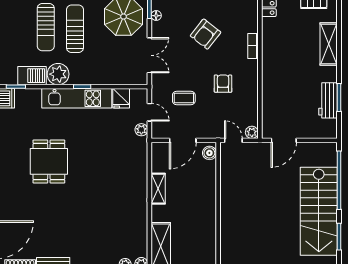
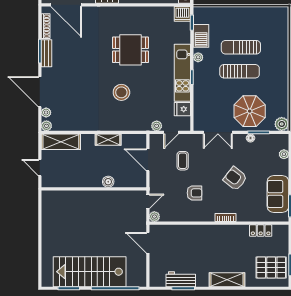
plant: (58, 74) -> (198, 57), width x0.53, depth x0.53
boiler: (209, 153) -> (108, 182), moved
stool: (101, 173) -> (121, 92), added

